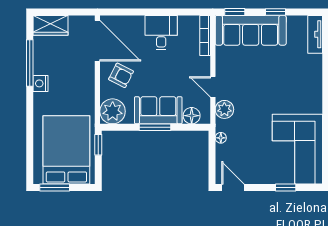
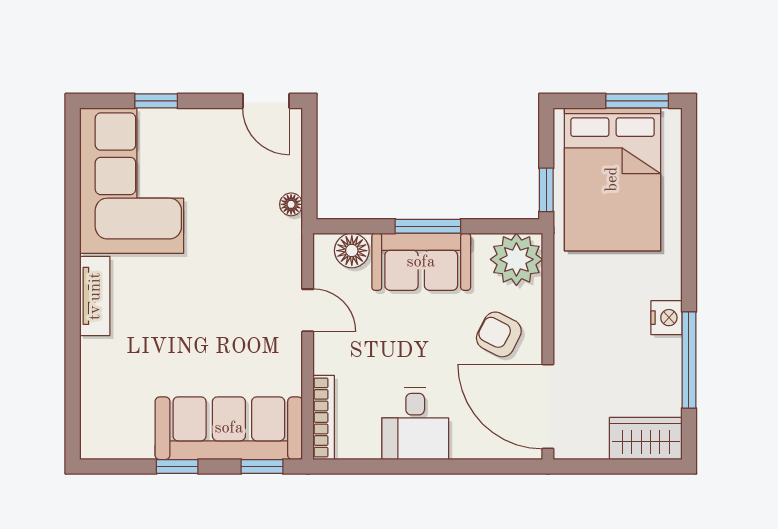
tv unit: (315, 34) -> (95, 296), moved
plant: (224, 109) -> (284, 264), removed

